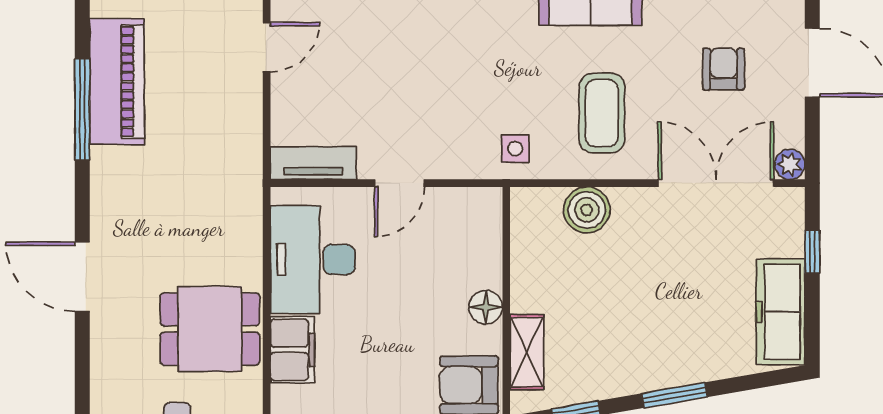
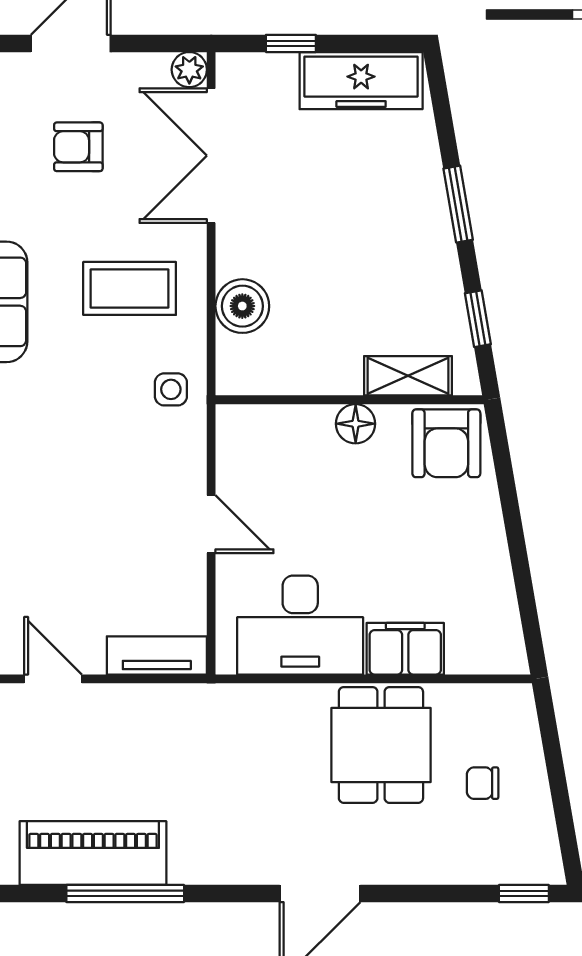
tv unit: (313, 163) -> (157, 655), moved, turned 90

